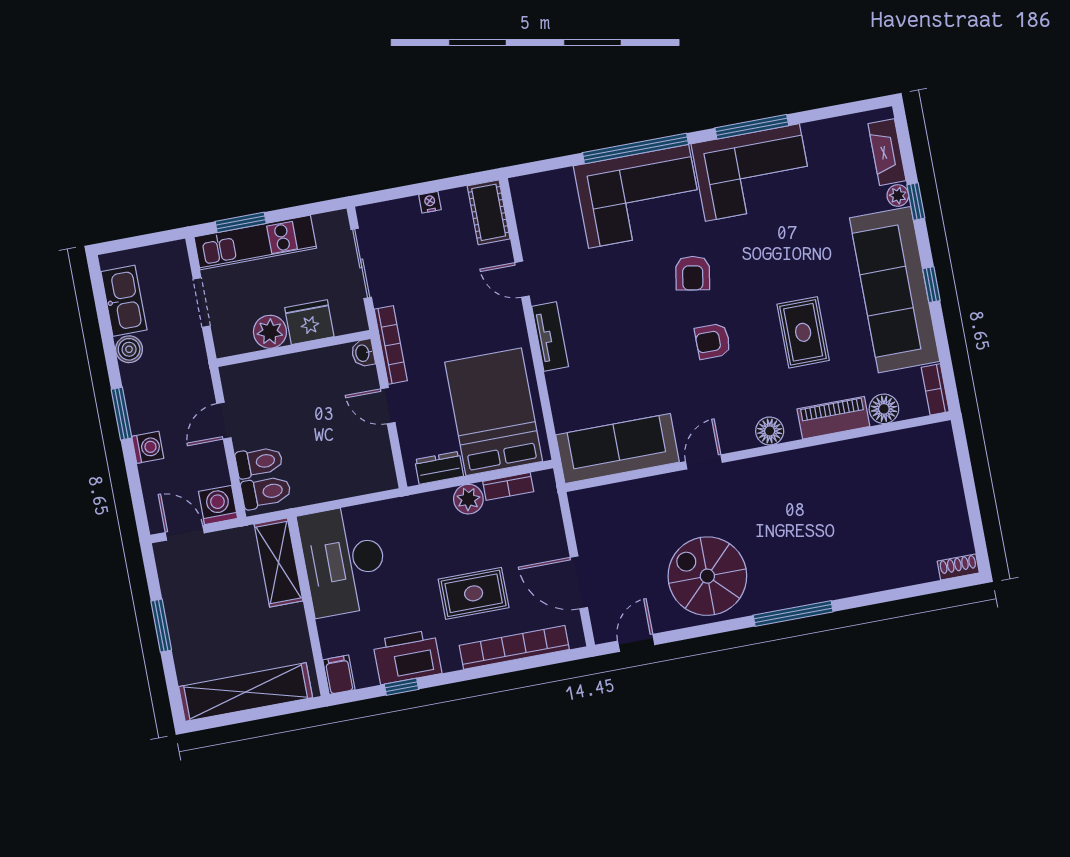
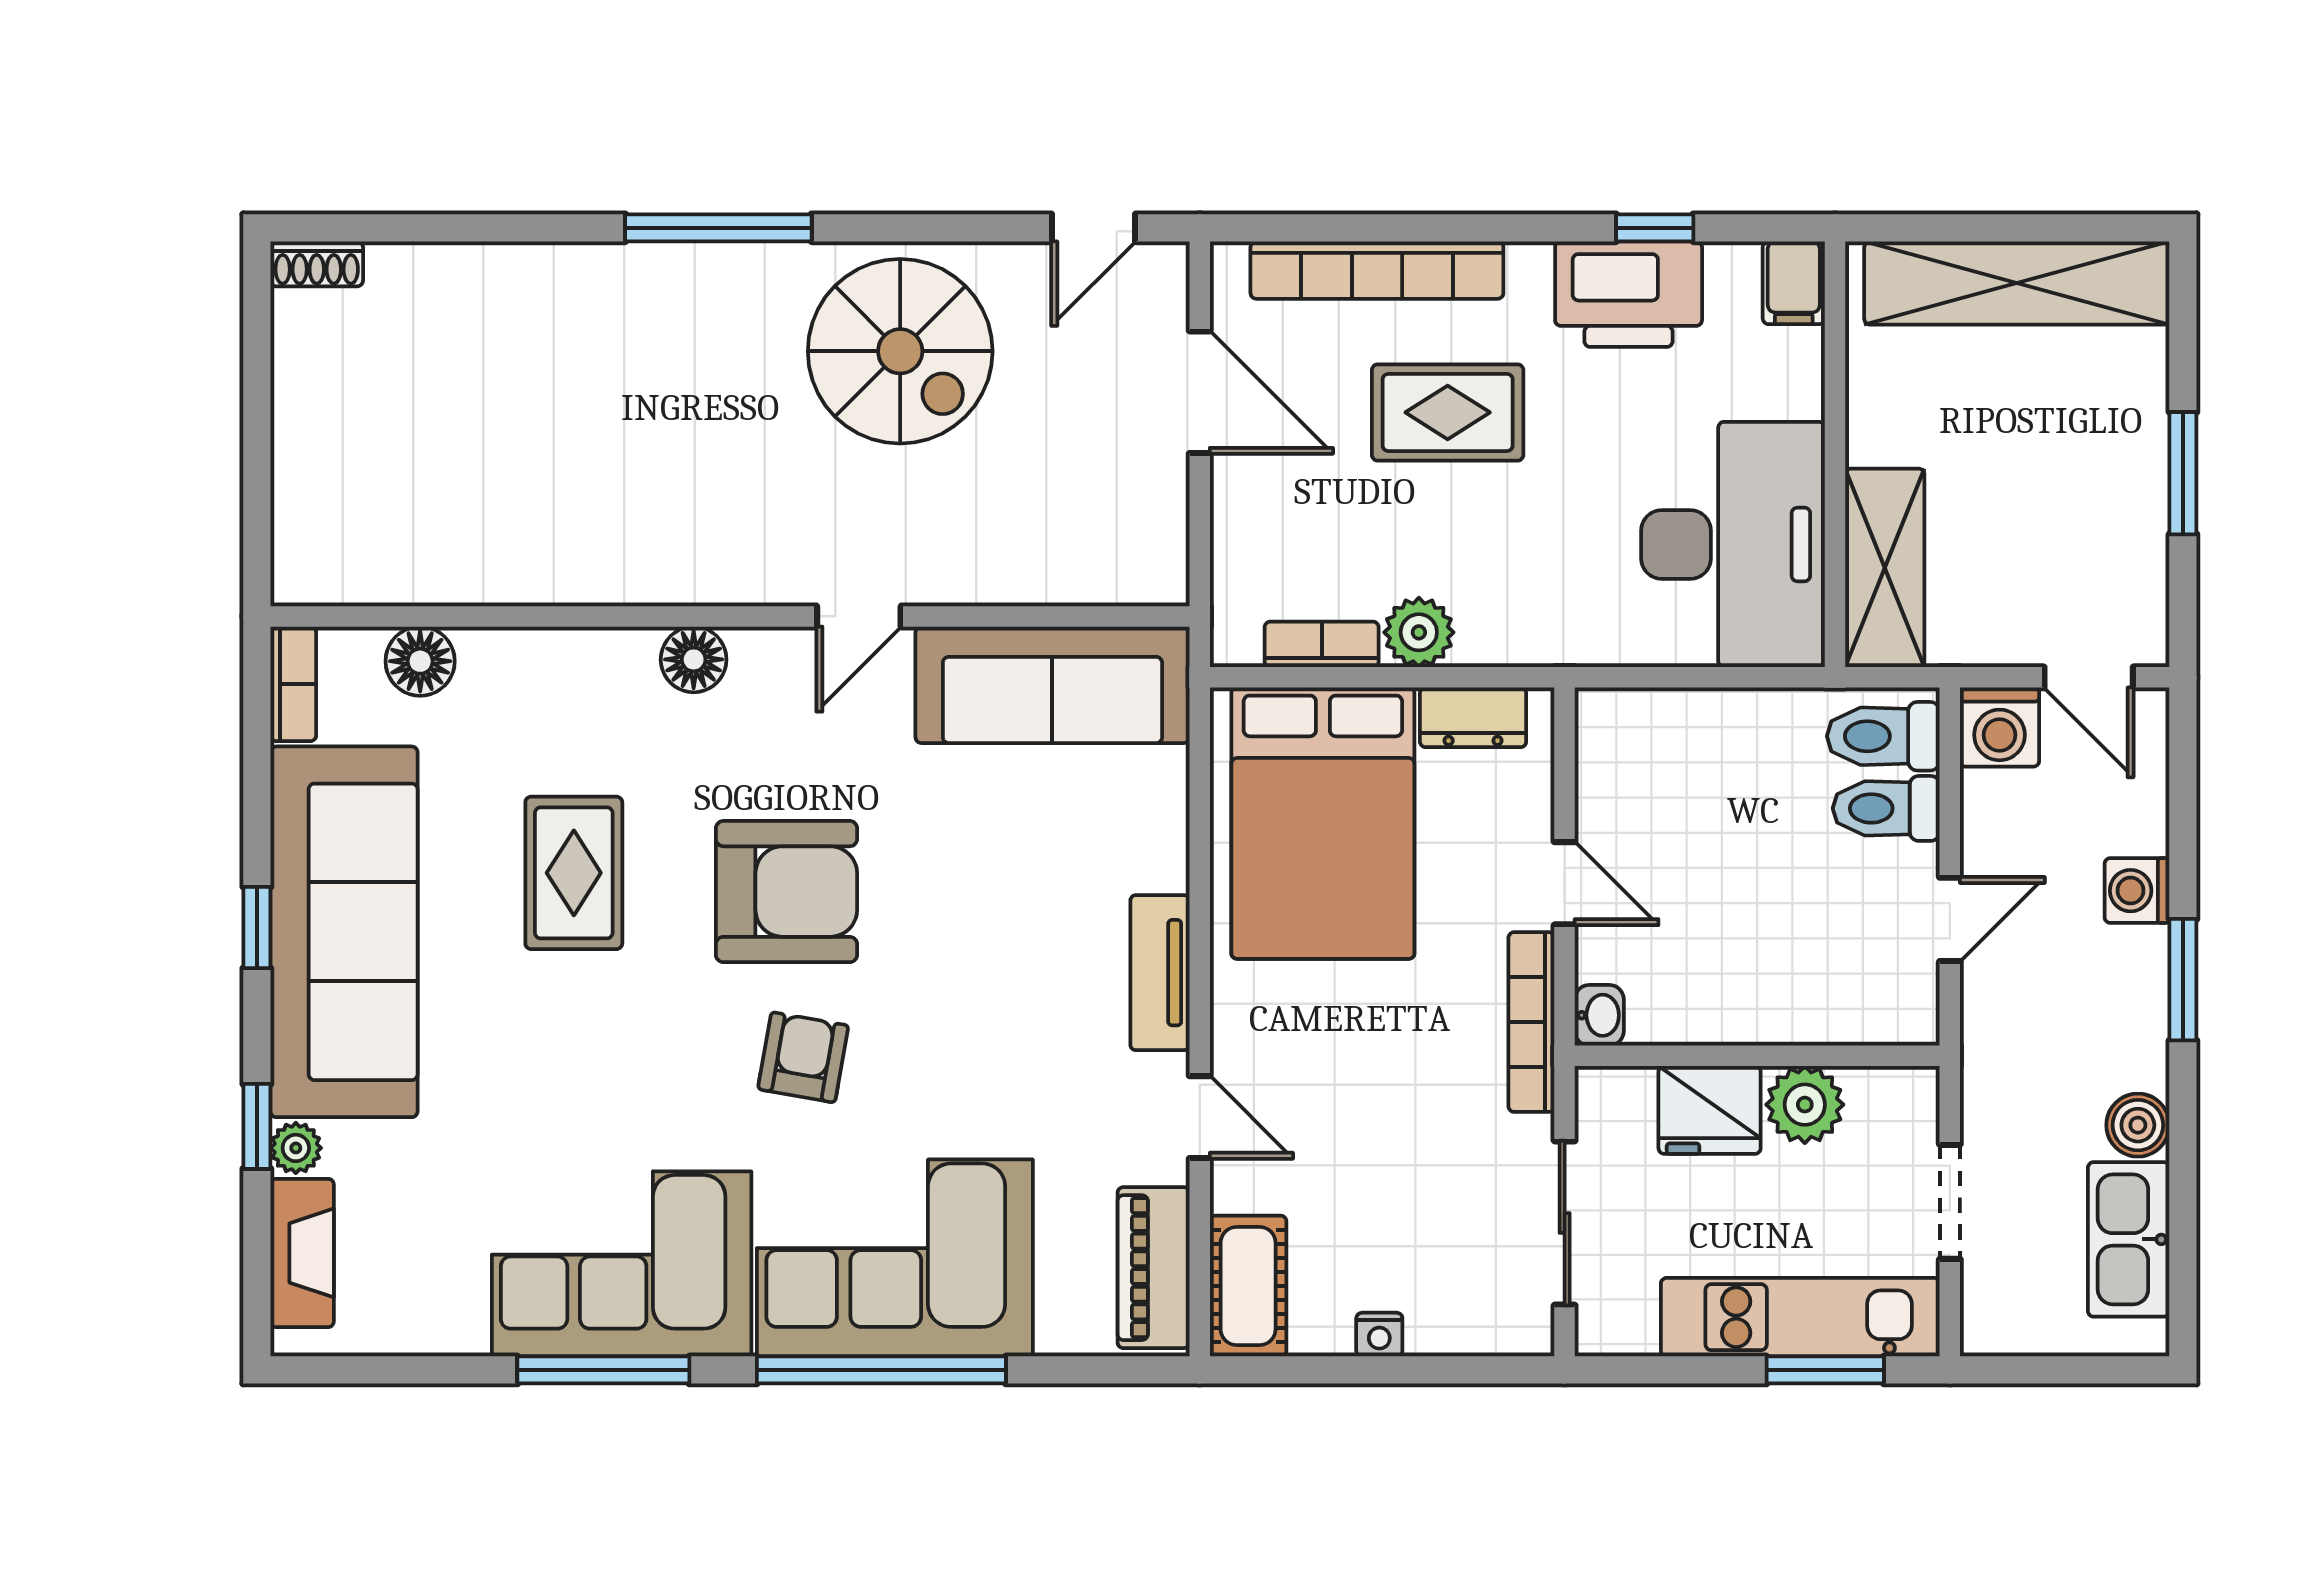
armchair: (713, 341) -> (787, 892), width x1.88, depth x1.88
piano: (833, 418) -> (1154, 1268), moved, turned 90

